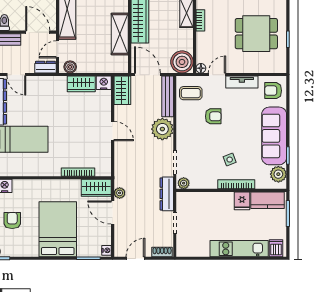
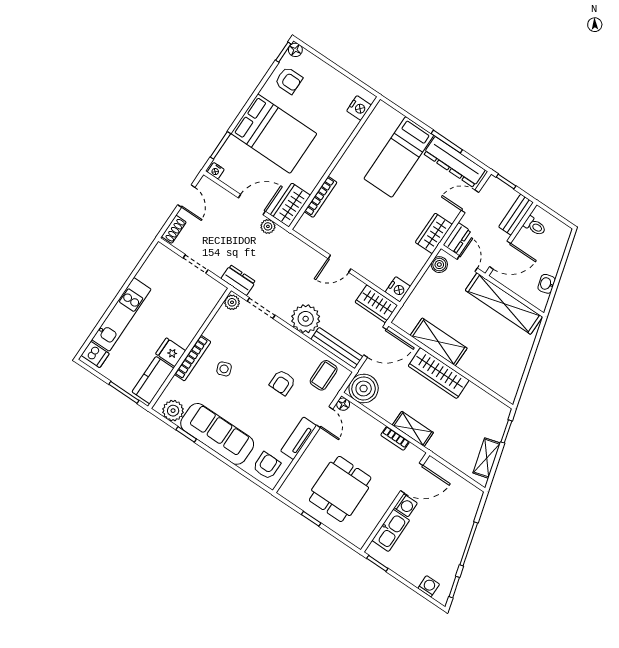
wardrobe: (81, 84) -> (434, 233), moved
dresser: (167, 194) -> (238, 280), width x0.70
armchair: (12, 221) -> (289, 80), moved

